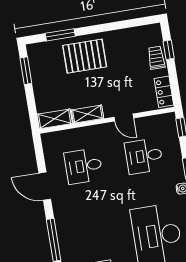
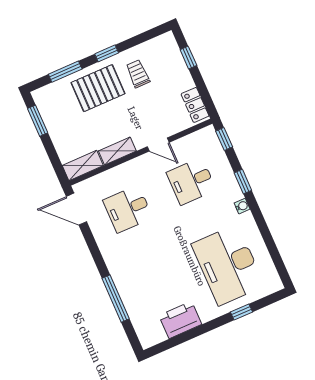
window: (100, 28) -> (107, 53), added
trolley: (156, 58) -> (138, 74), moved
door: (45, 186) -> (76, 209), moved

